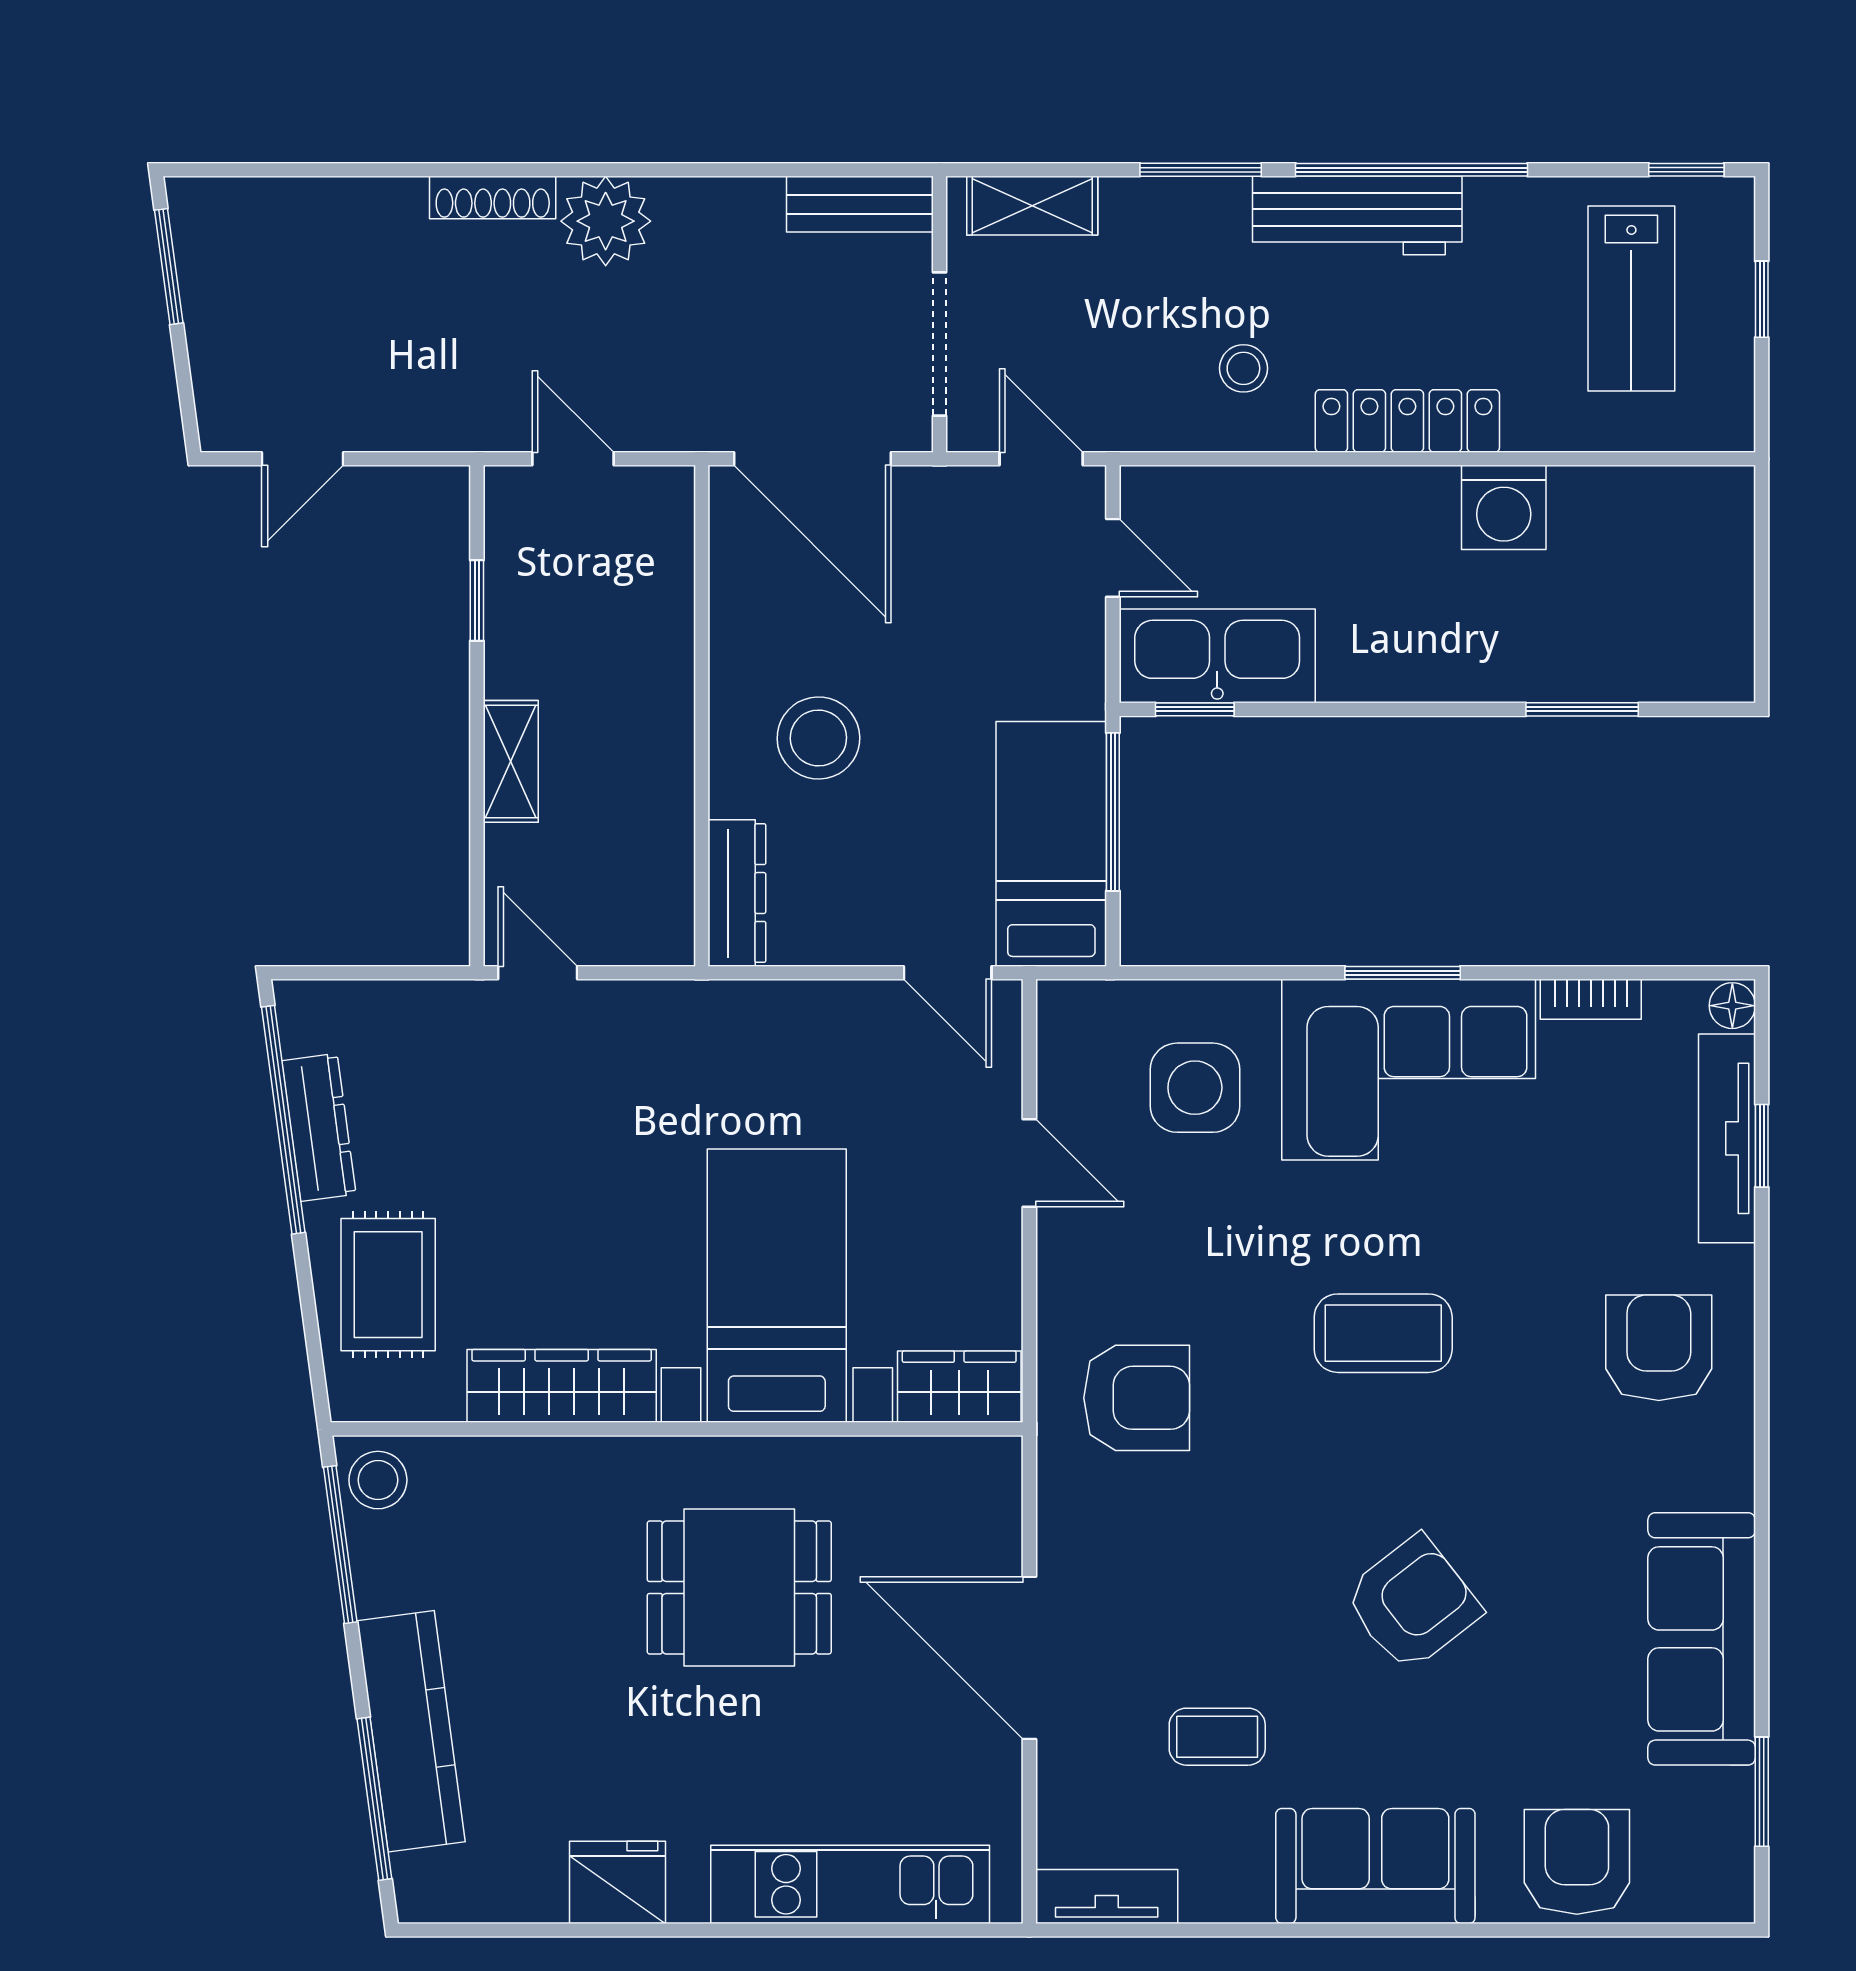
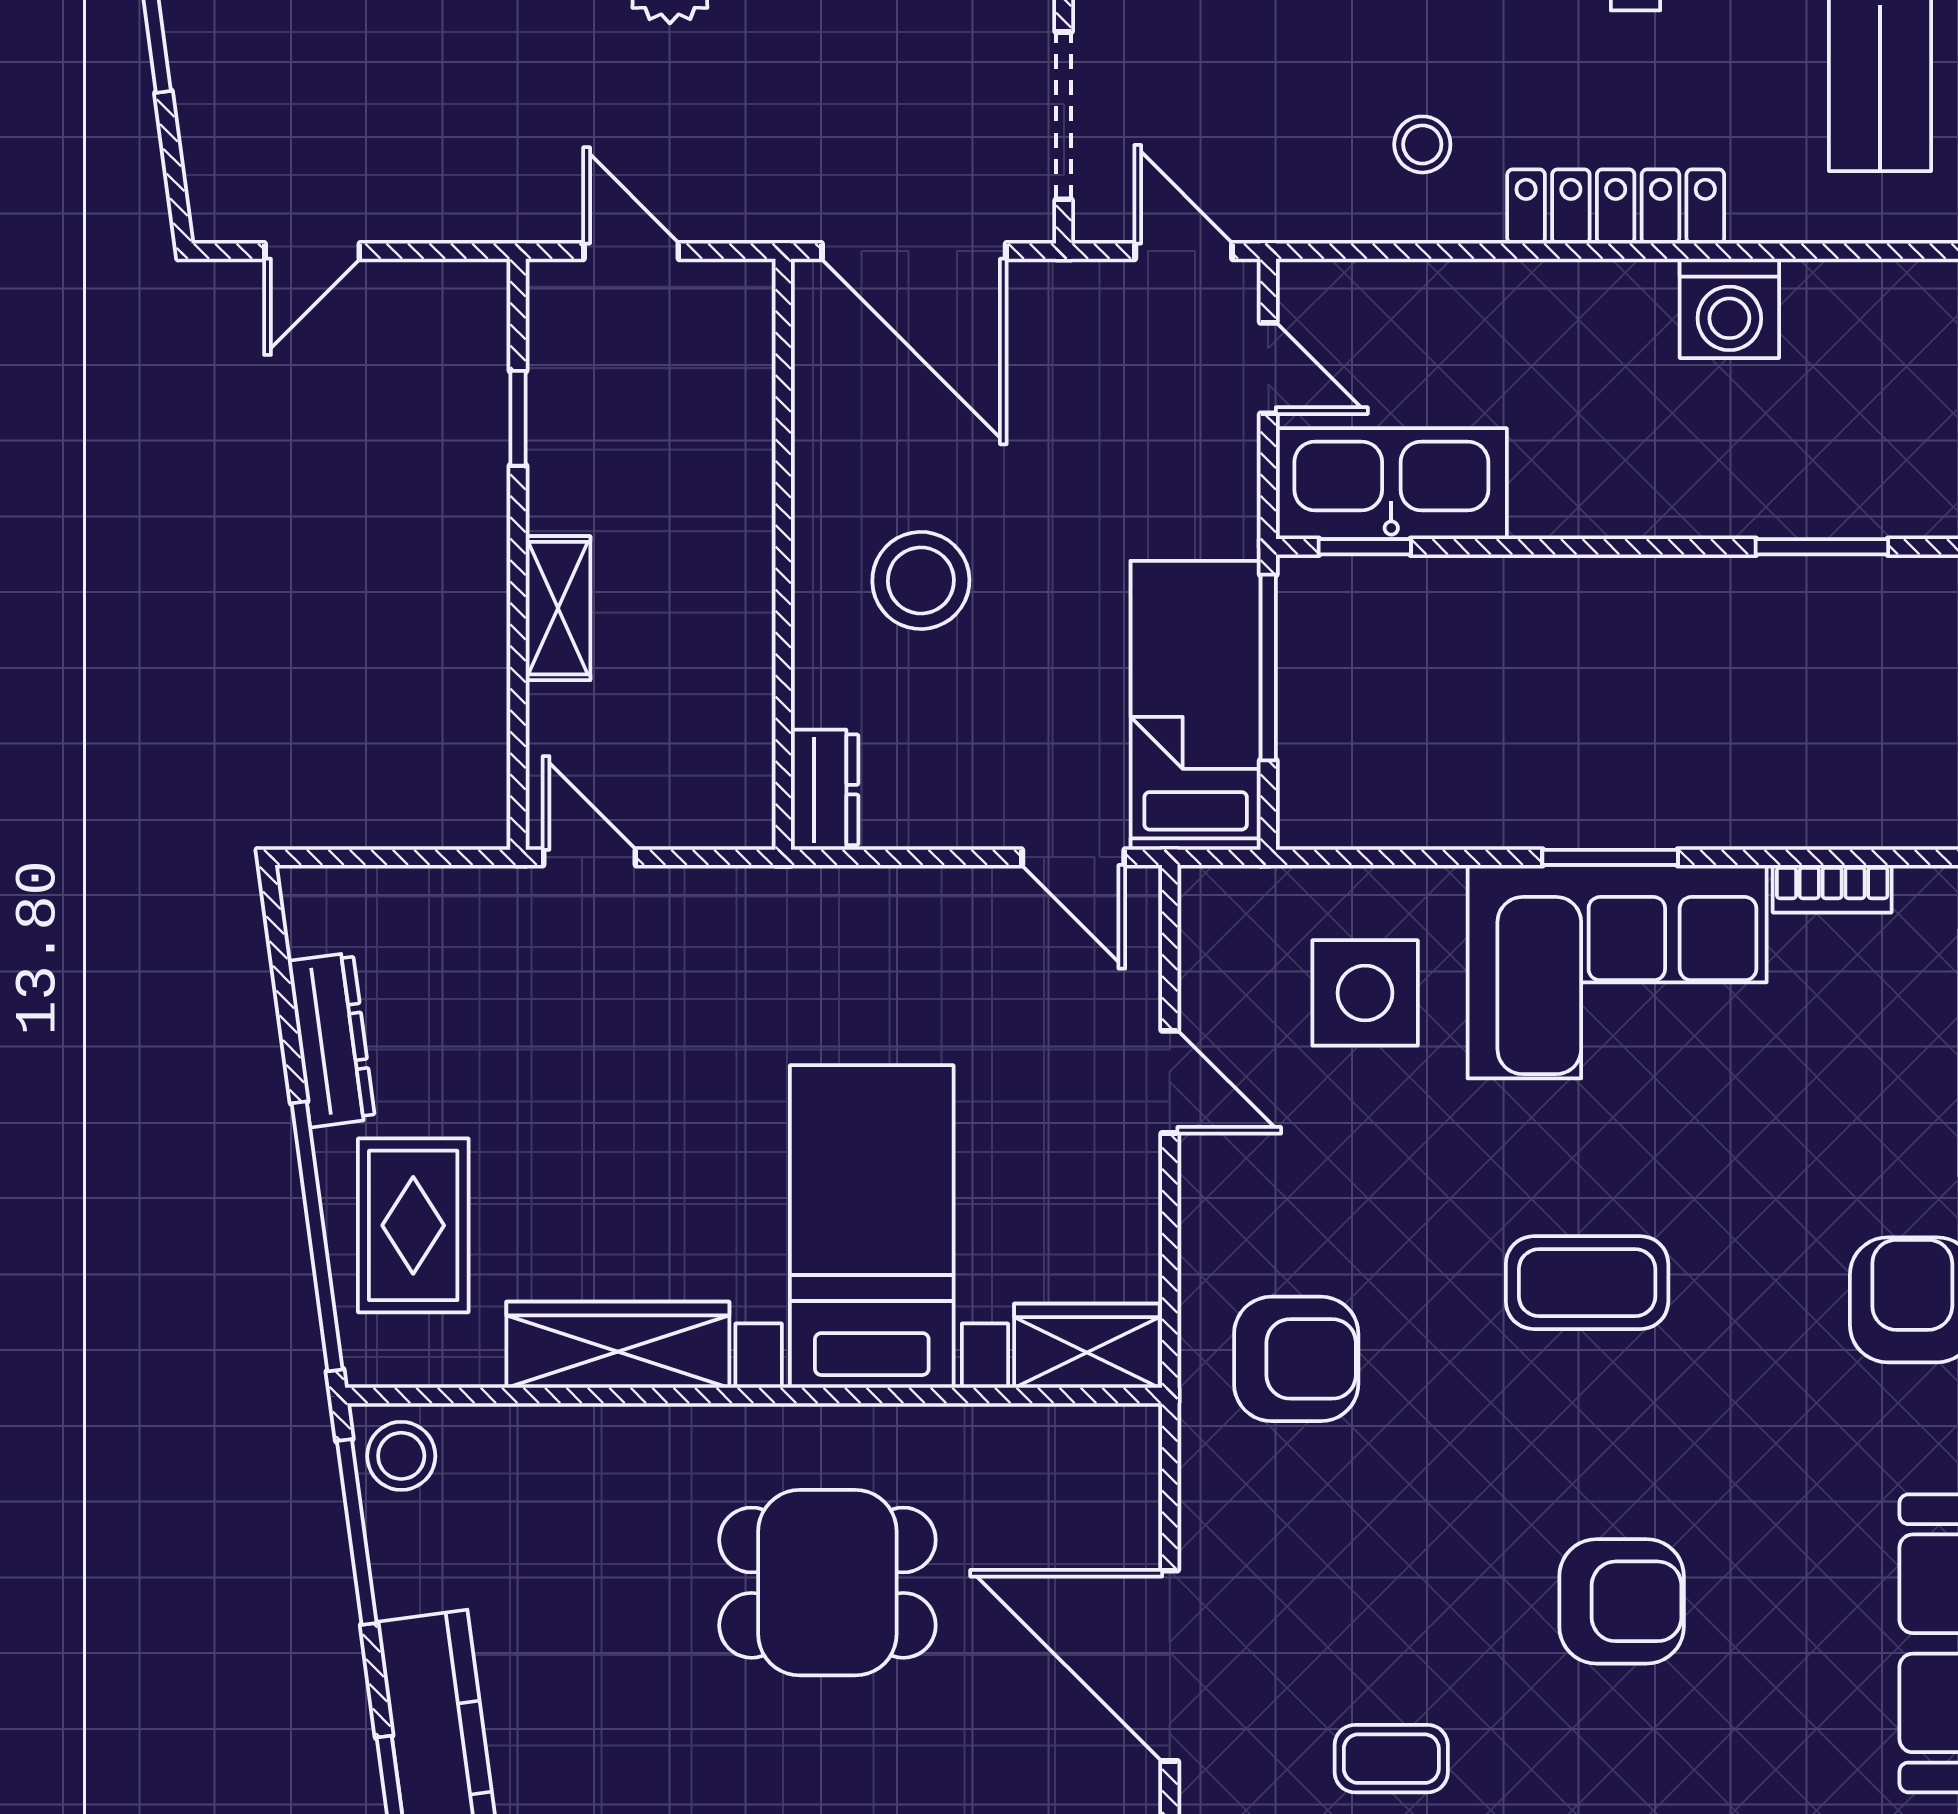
dresser: (737, 893) -> (825, 790), width x0.70
window: (283, 1120) -> (317, 1236), moved
armchair: (1412, 1603) -> (1622, 1601), turned 38

